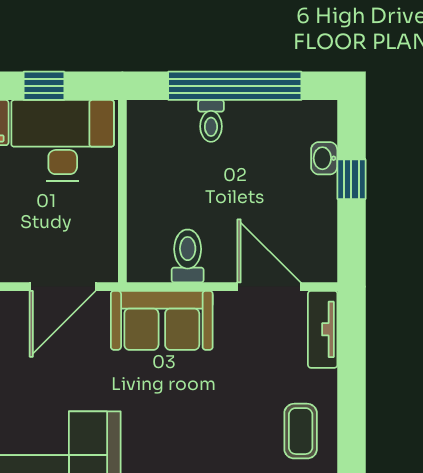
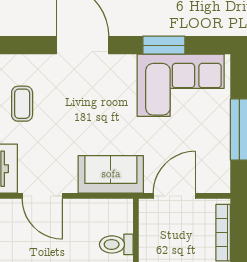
toilet: (188, 256) -> (116, 244), moved, turned 90

